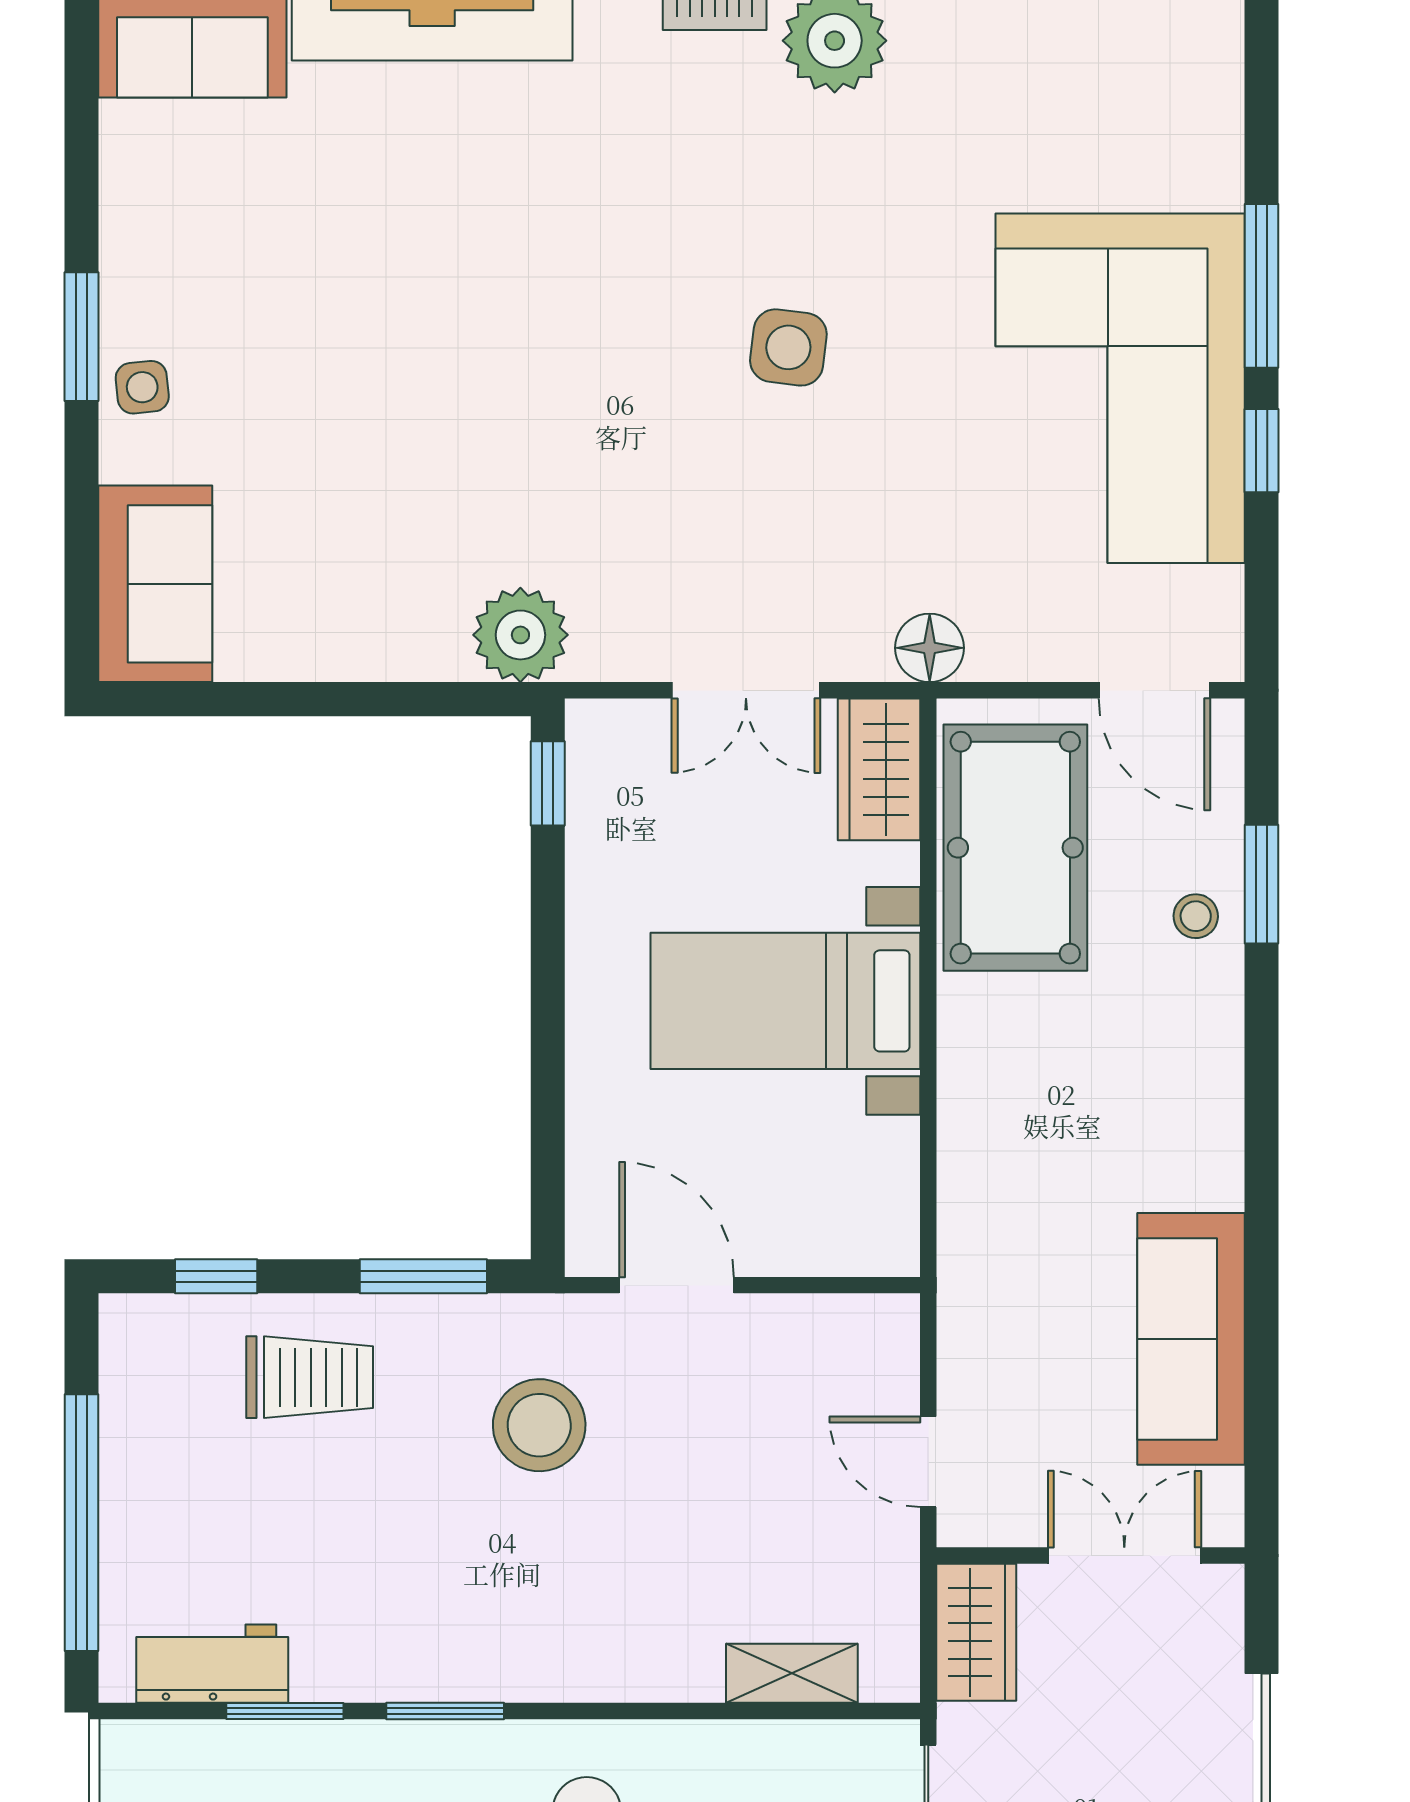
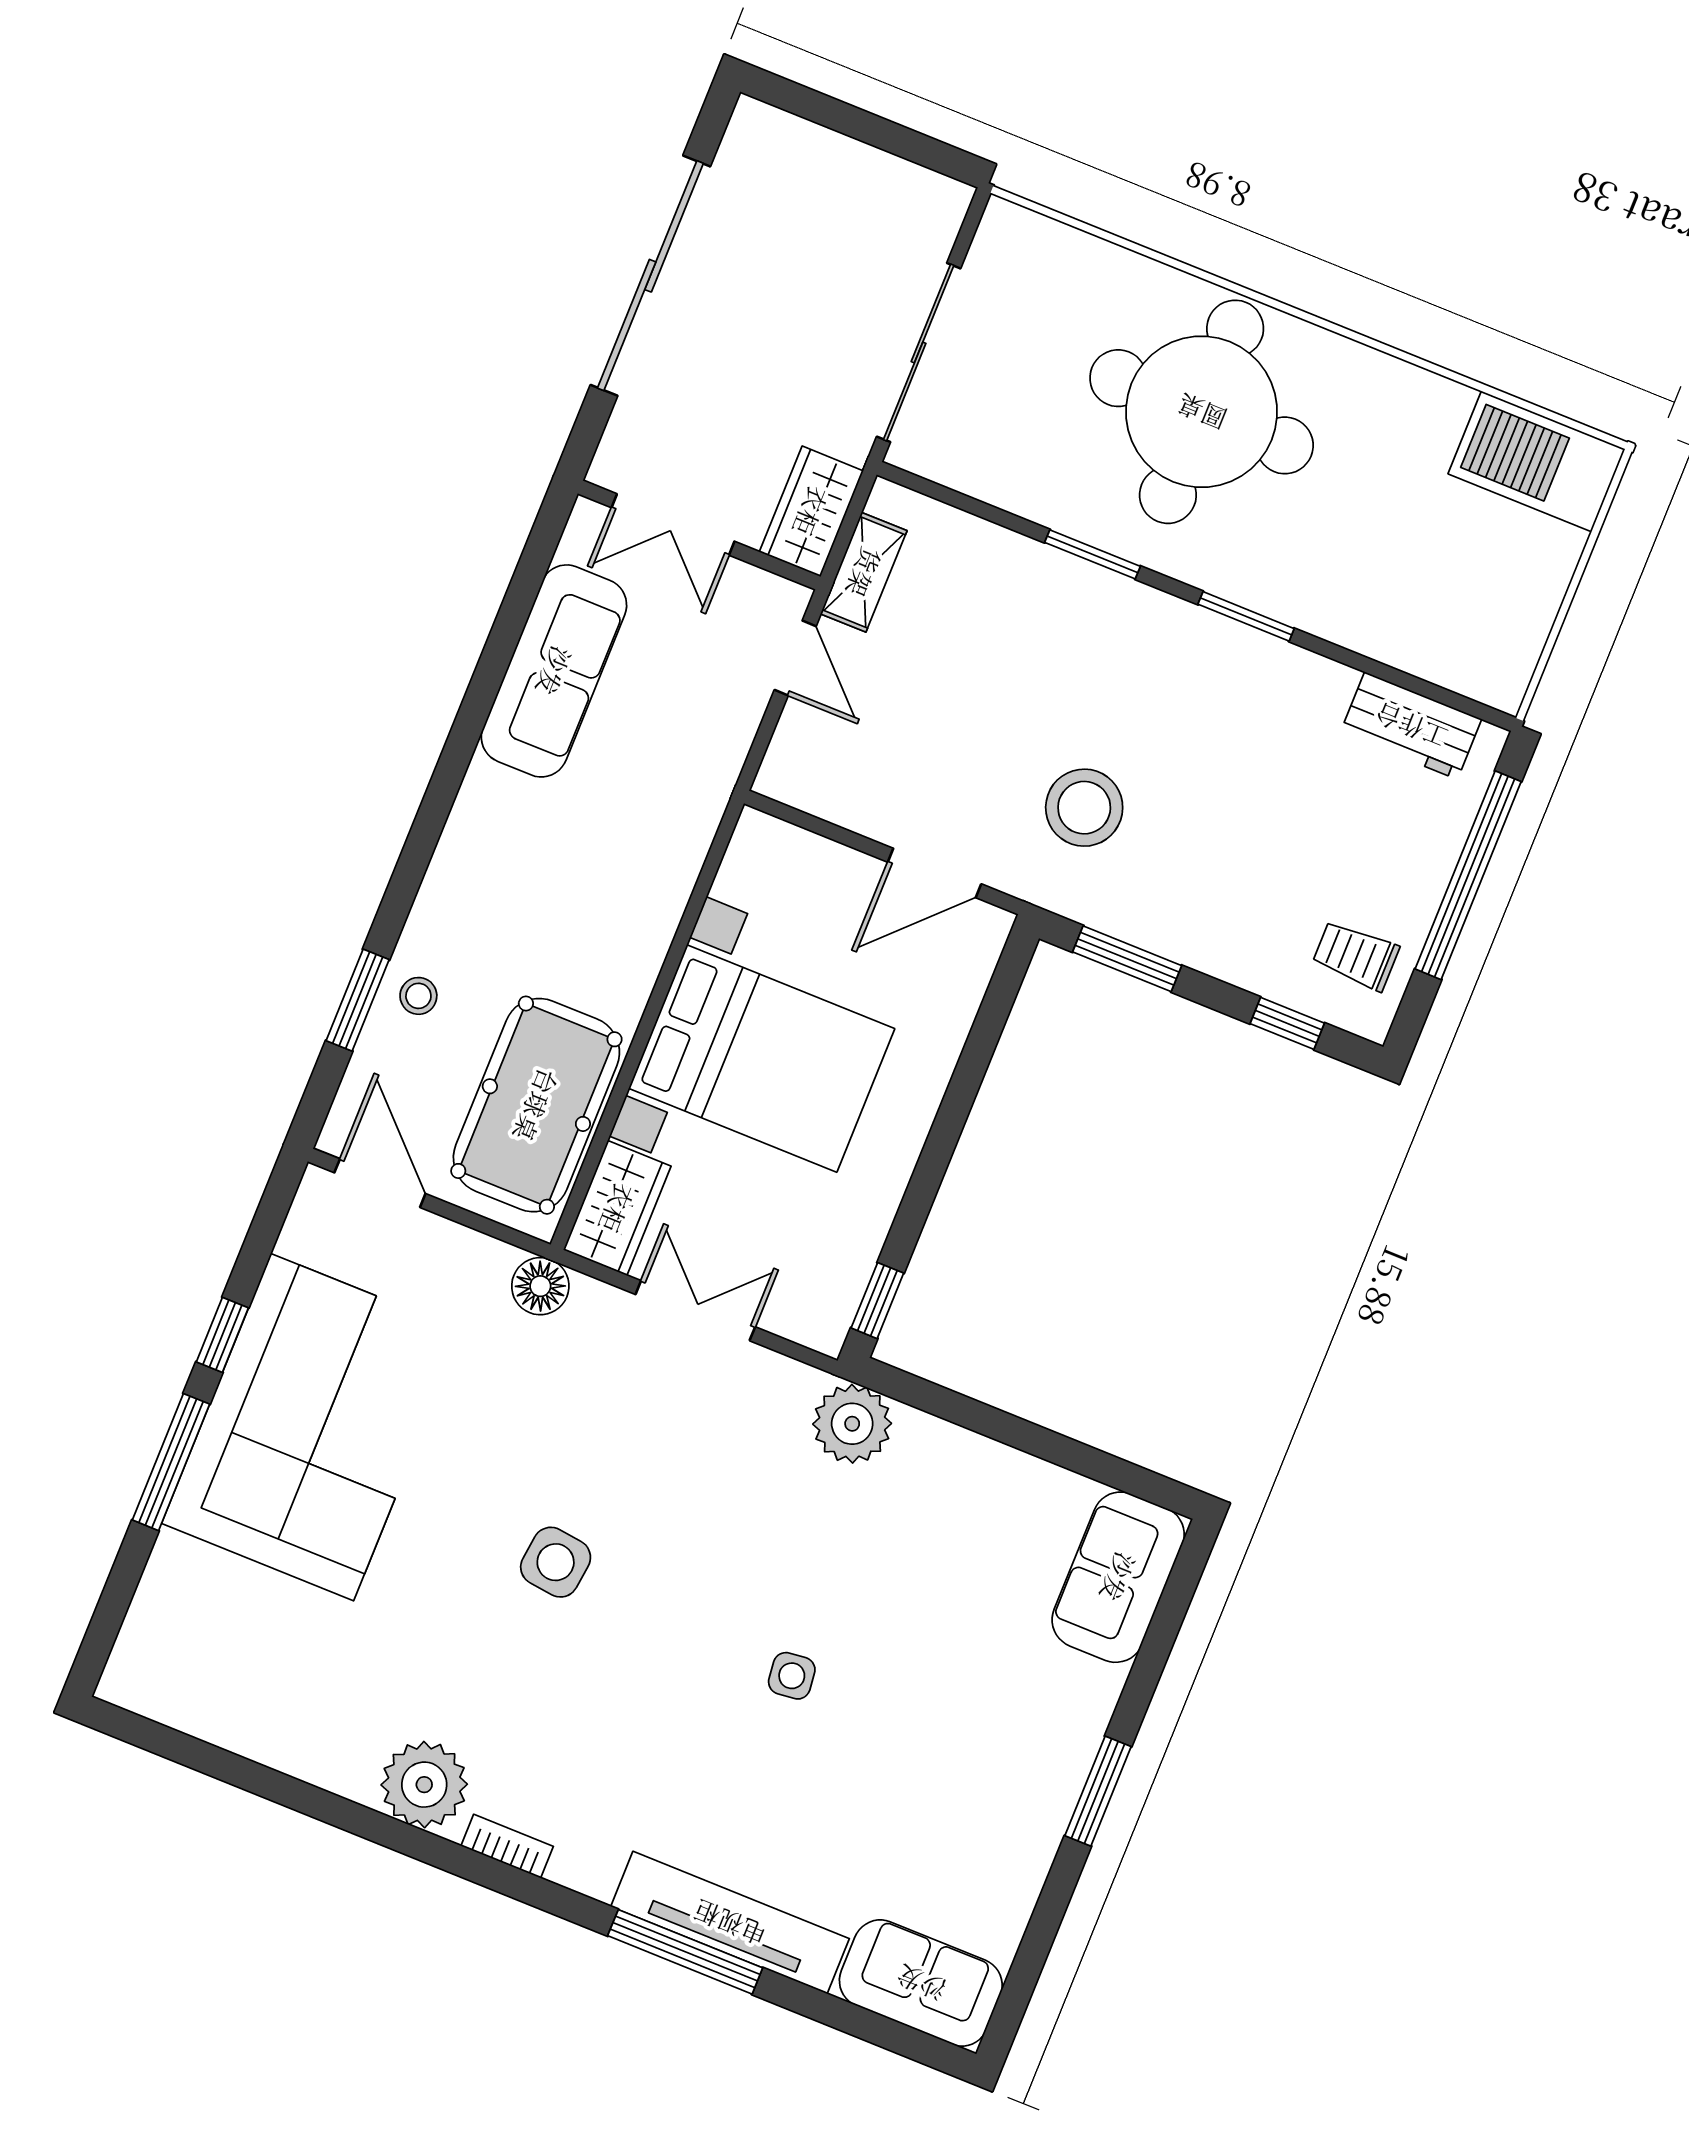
side table: (142, 387) -> (792, 1676), moved
bed with nightstands: (785, 1001) -> (762, 1058), width x1.36
door: (677, 1285) -> (935, 873), hinge flipped
trolley: (310, 1377) -> (1356, 956), moved, width x0.73, depth x0.72
shelving: (792, 1673) -> (864, 572), moved, turned 90
window: (285, 1711) -> (1092, 554), moved

